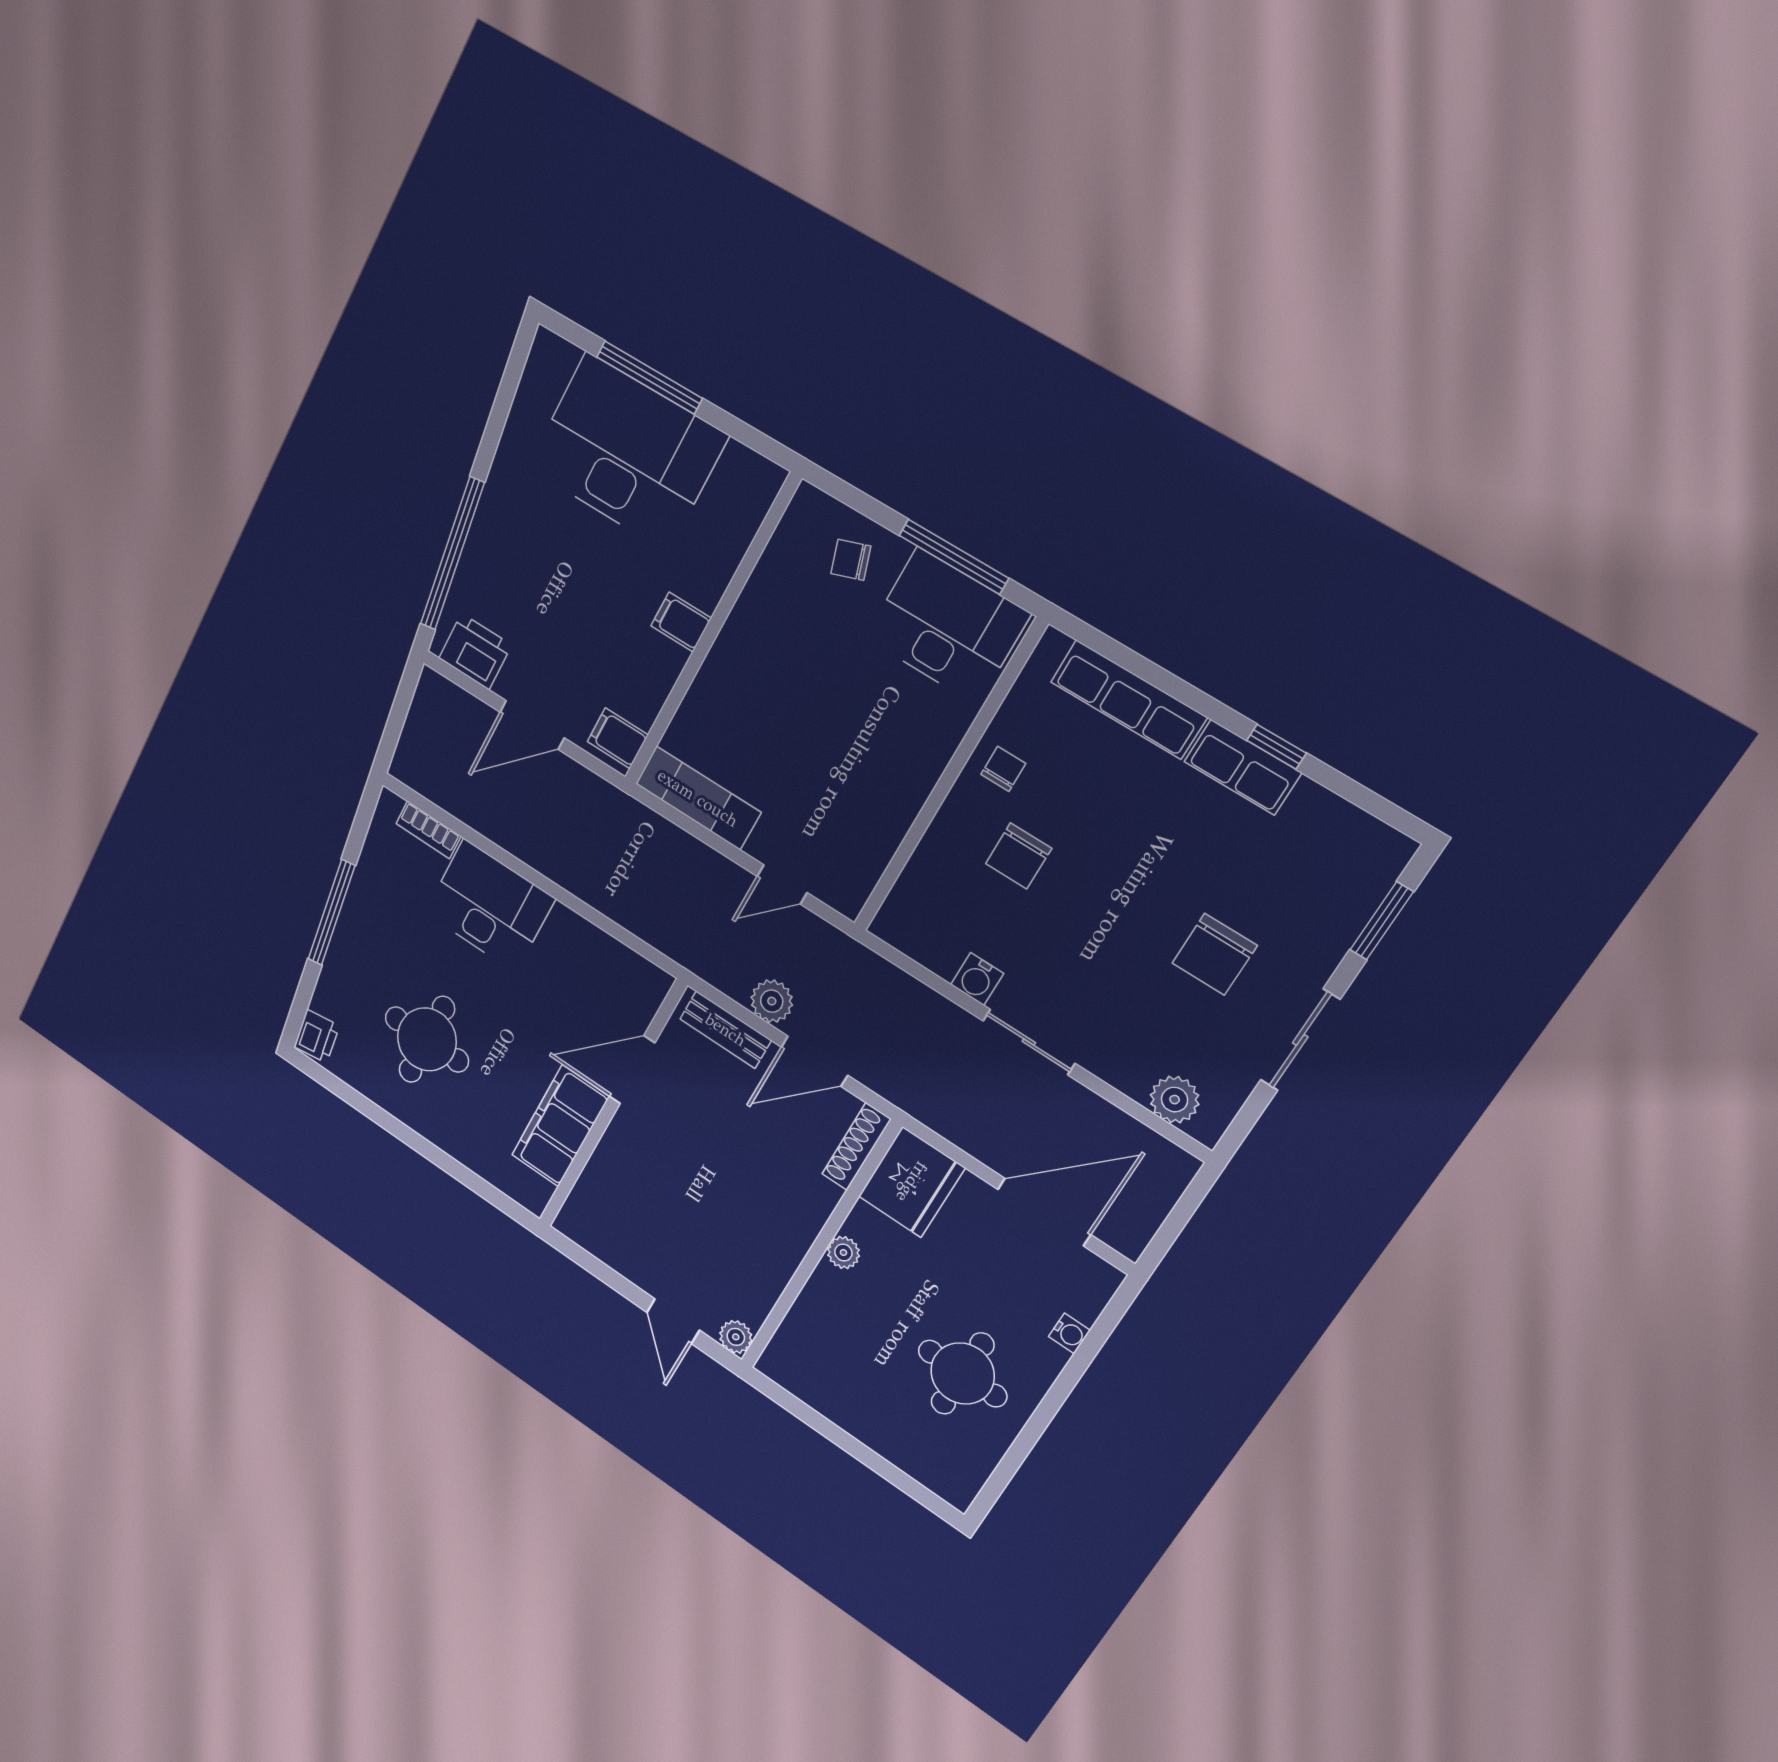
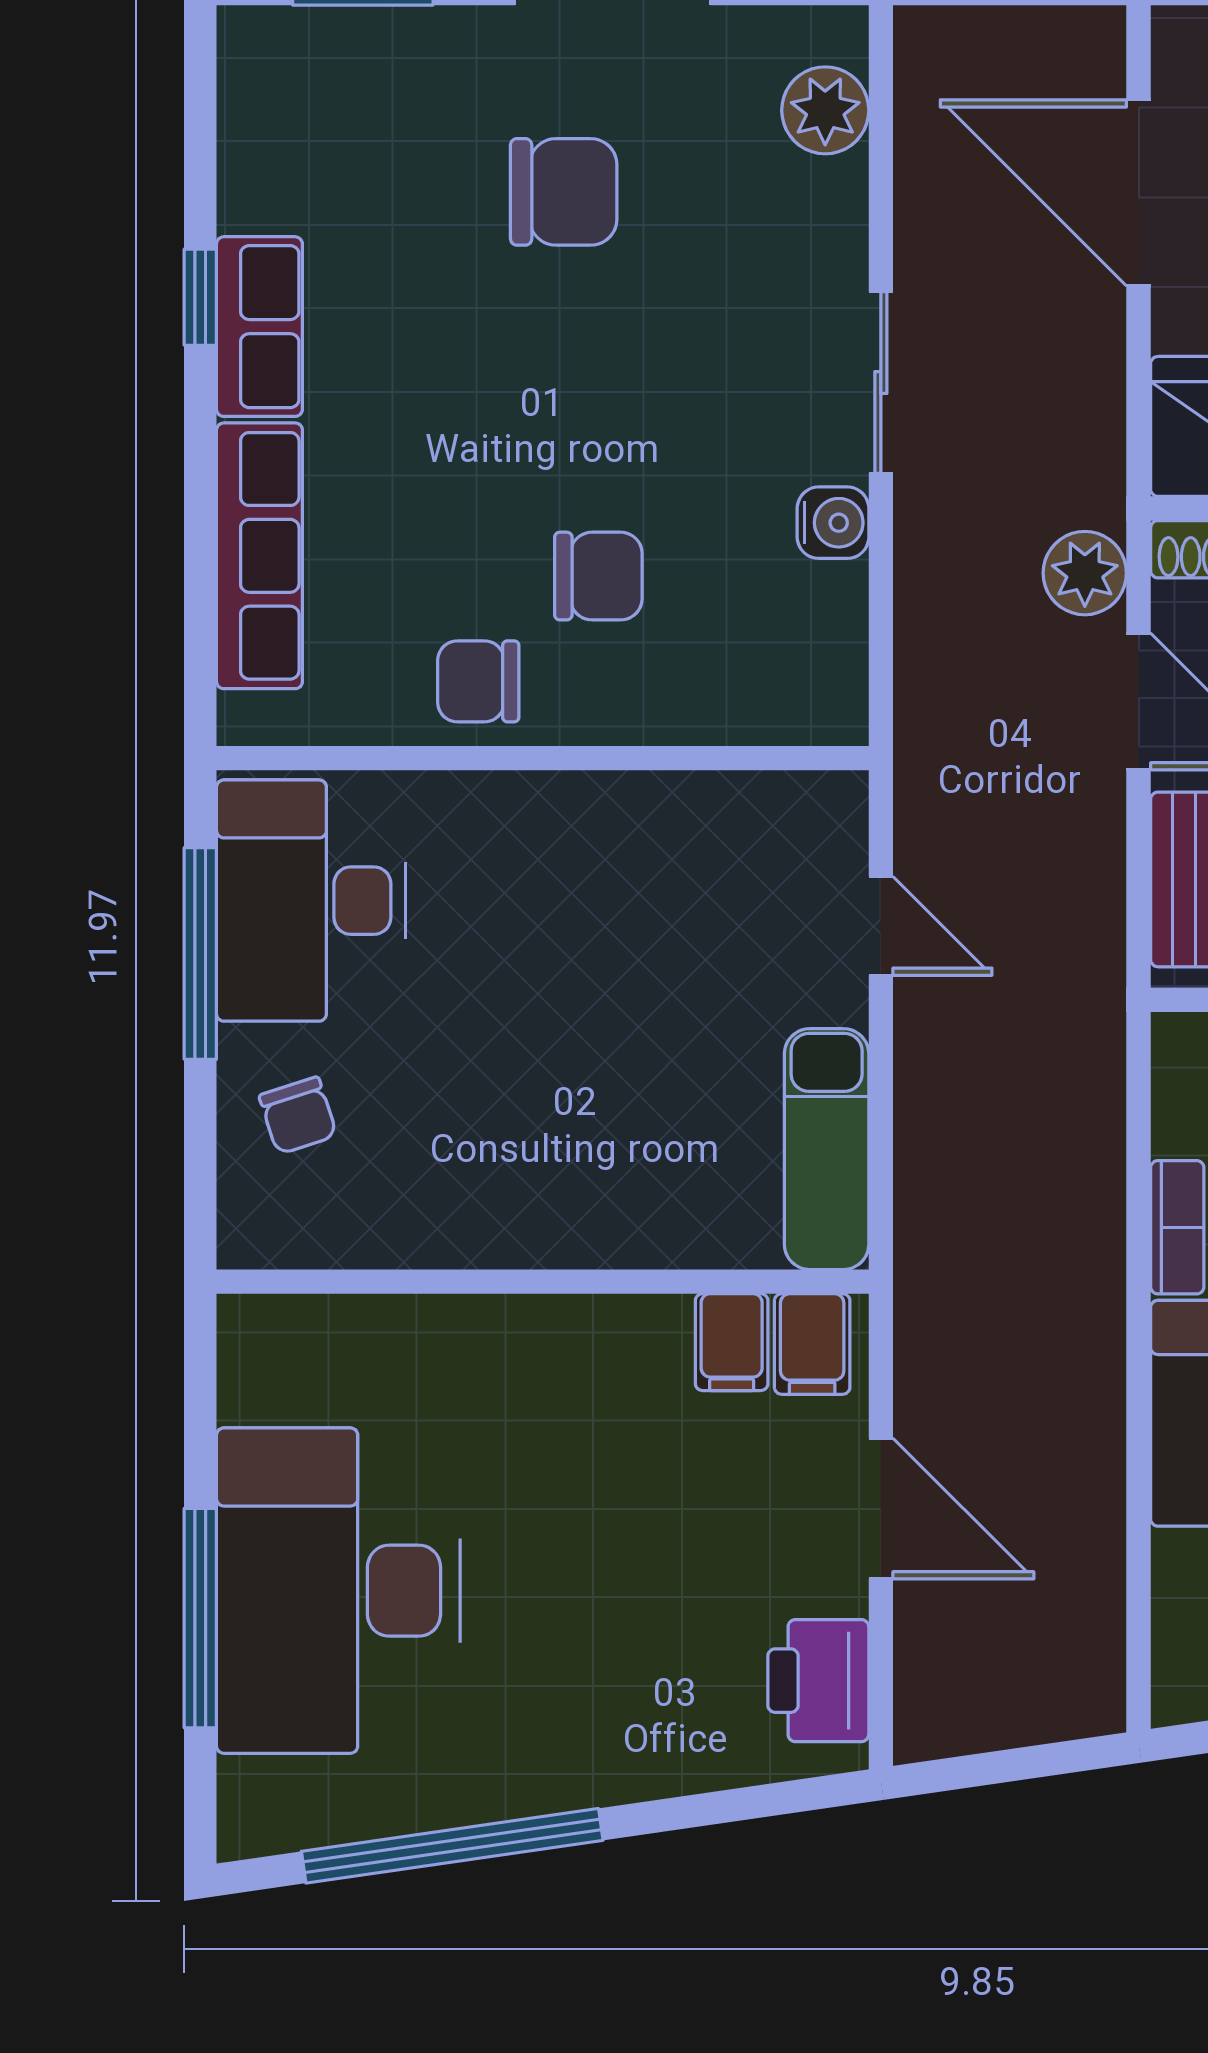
window: (452, 554) -> (452, 1846), moved
filing cabinet: (681, 622) -> (732, 1342), moved
chair: (1003, 769) -> (478, 681), width x1.37, depth x1.37
bookcase: (428, 830) -> (1177, 1227), moved
plant: (772, 1001) -> (1085, 573), moved

